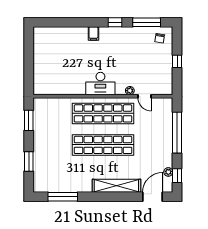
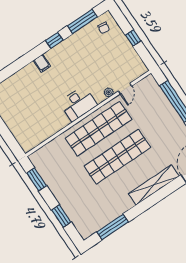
door: (144, 96) -> (125, 89), hinge flipped

